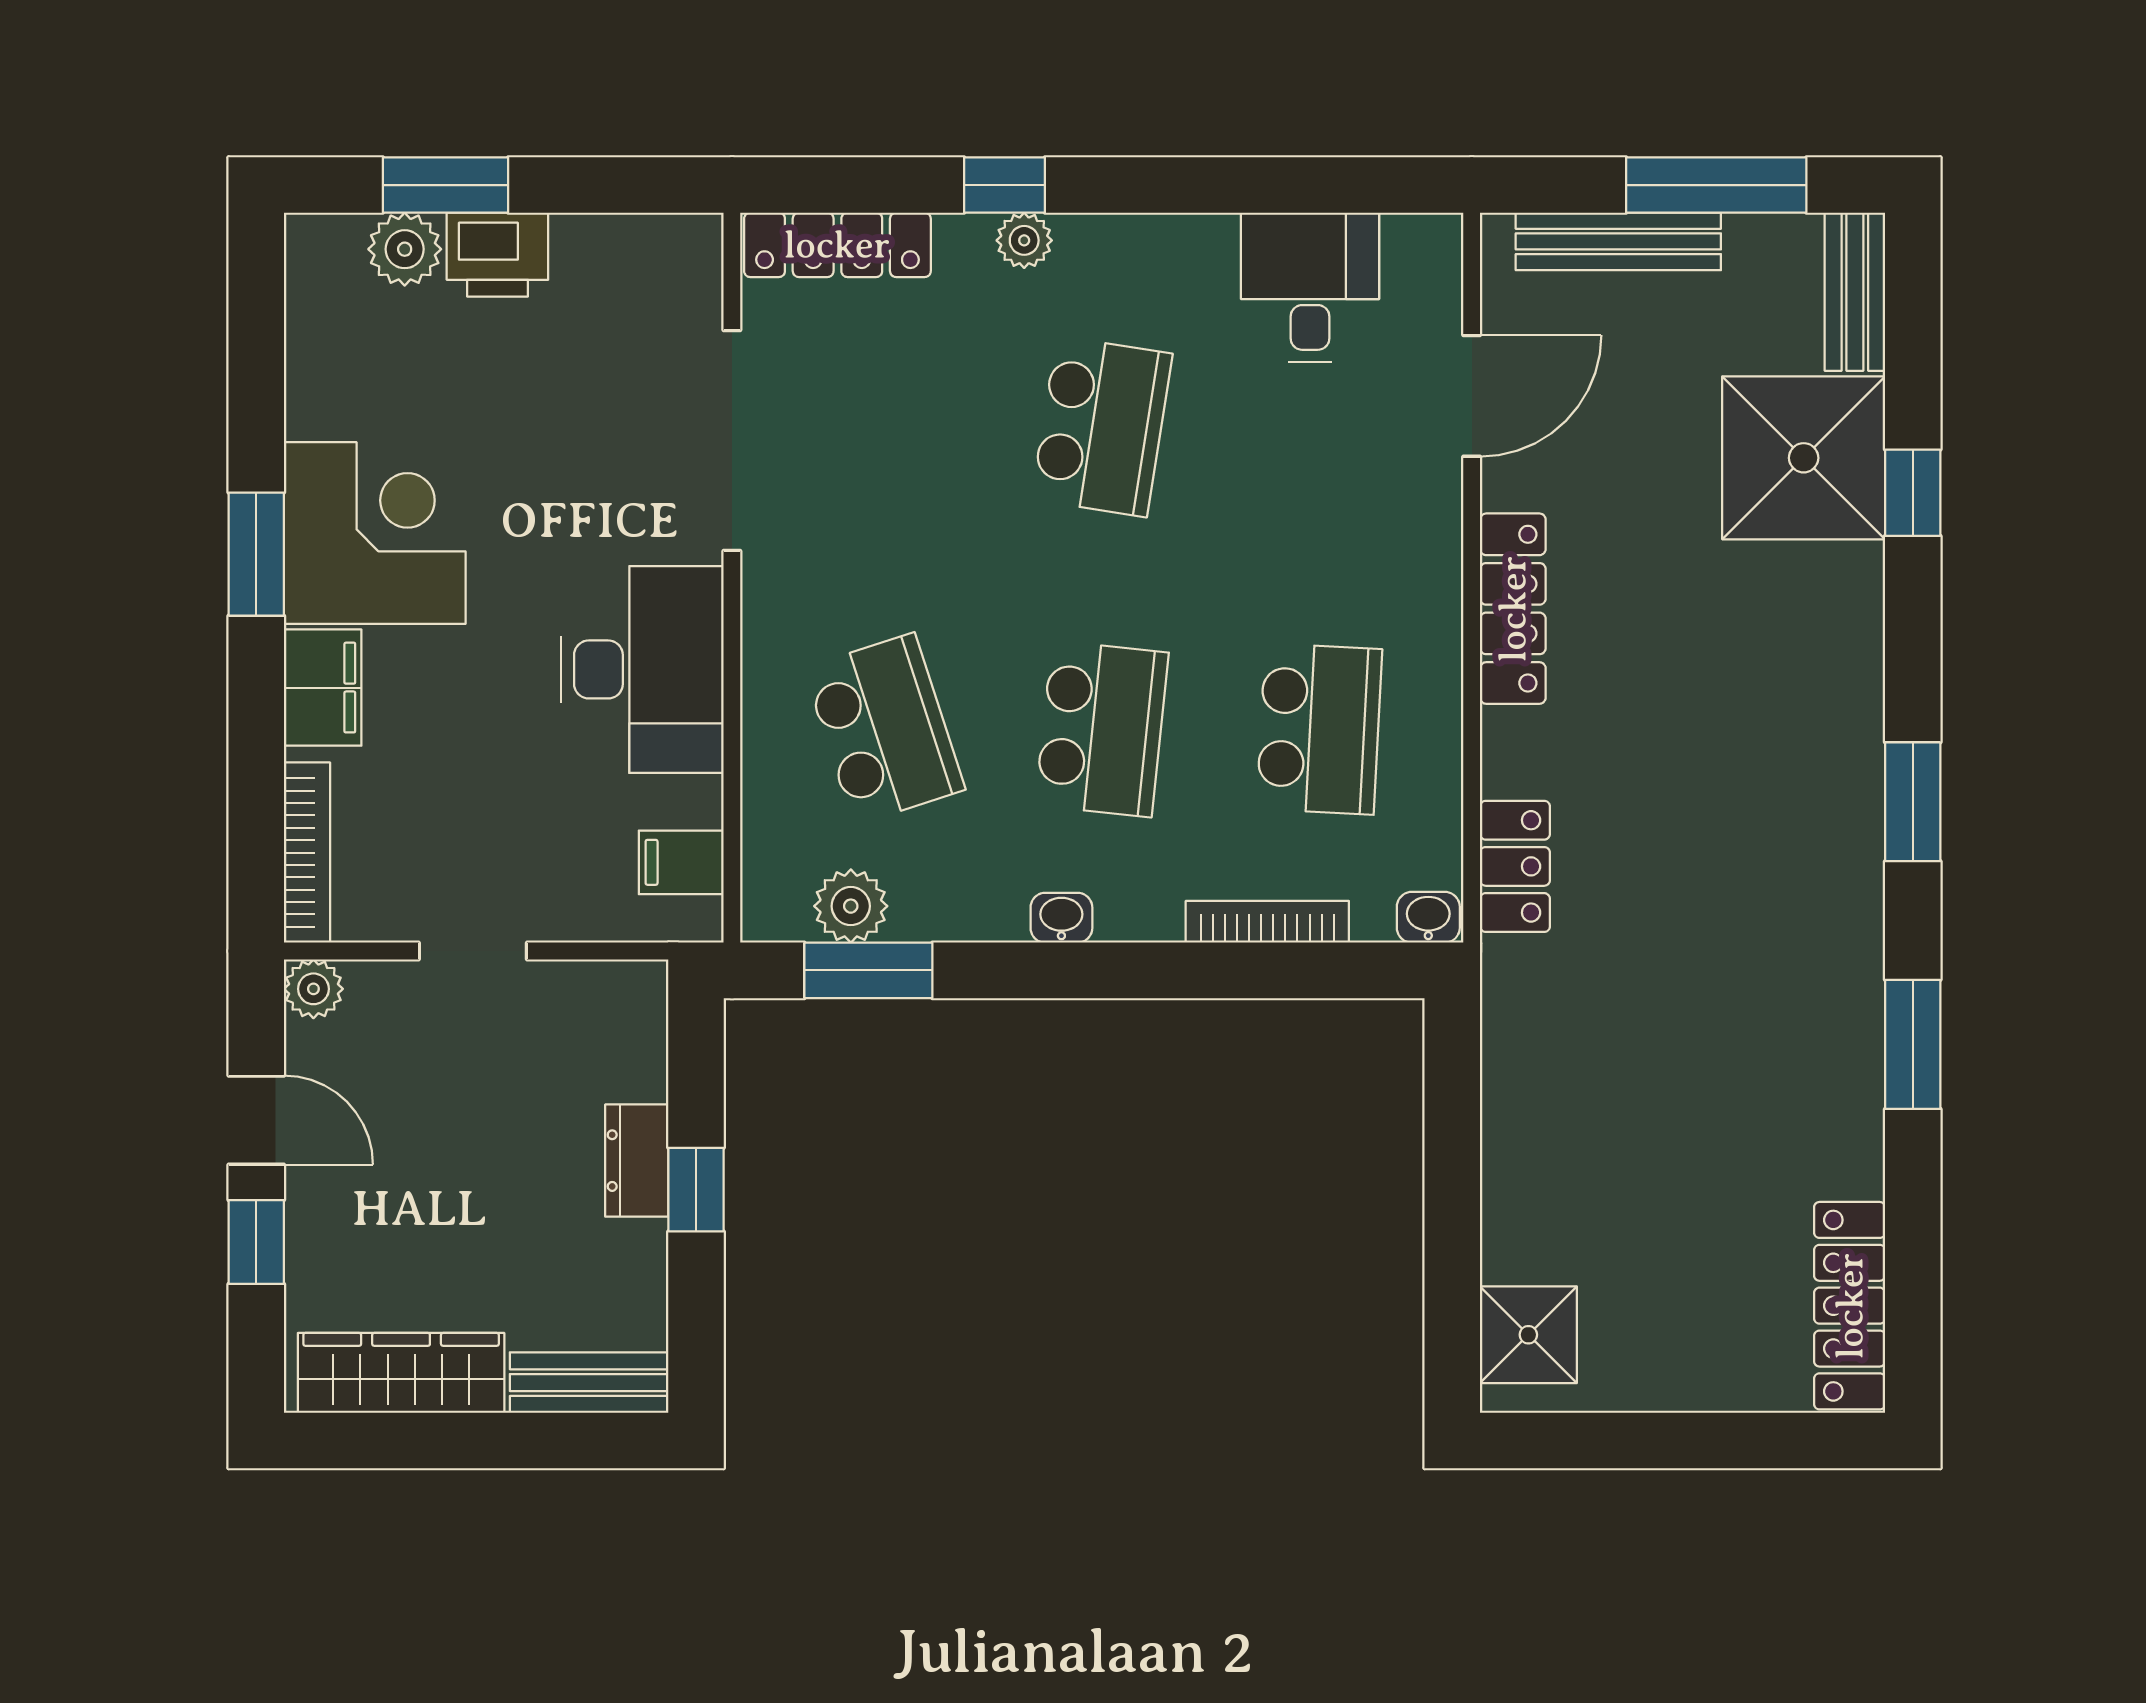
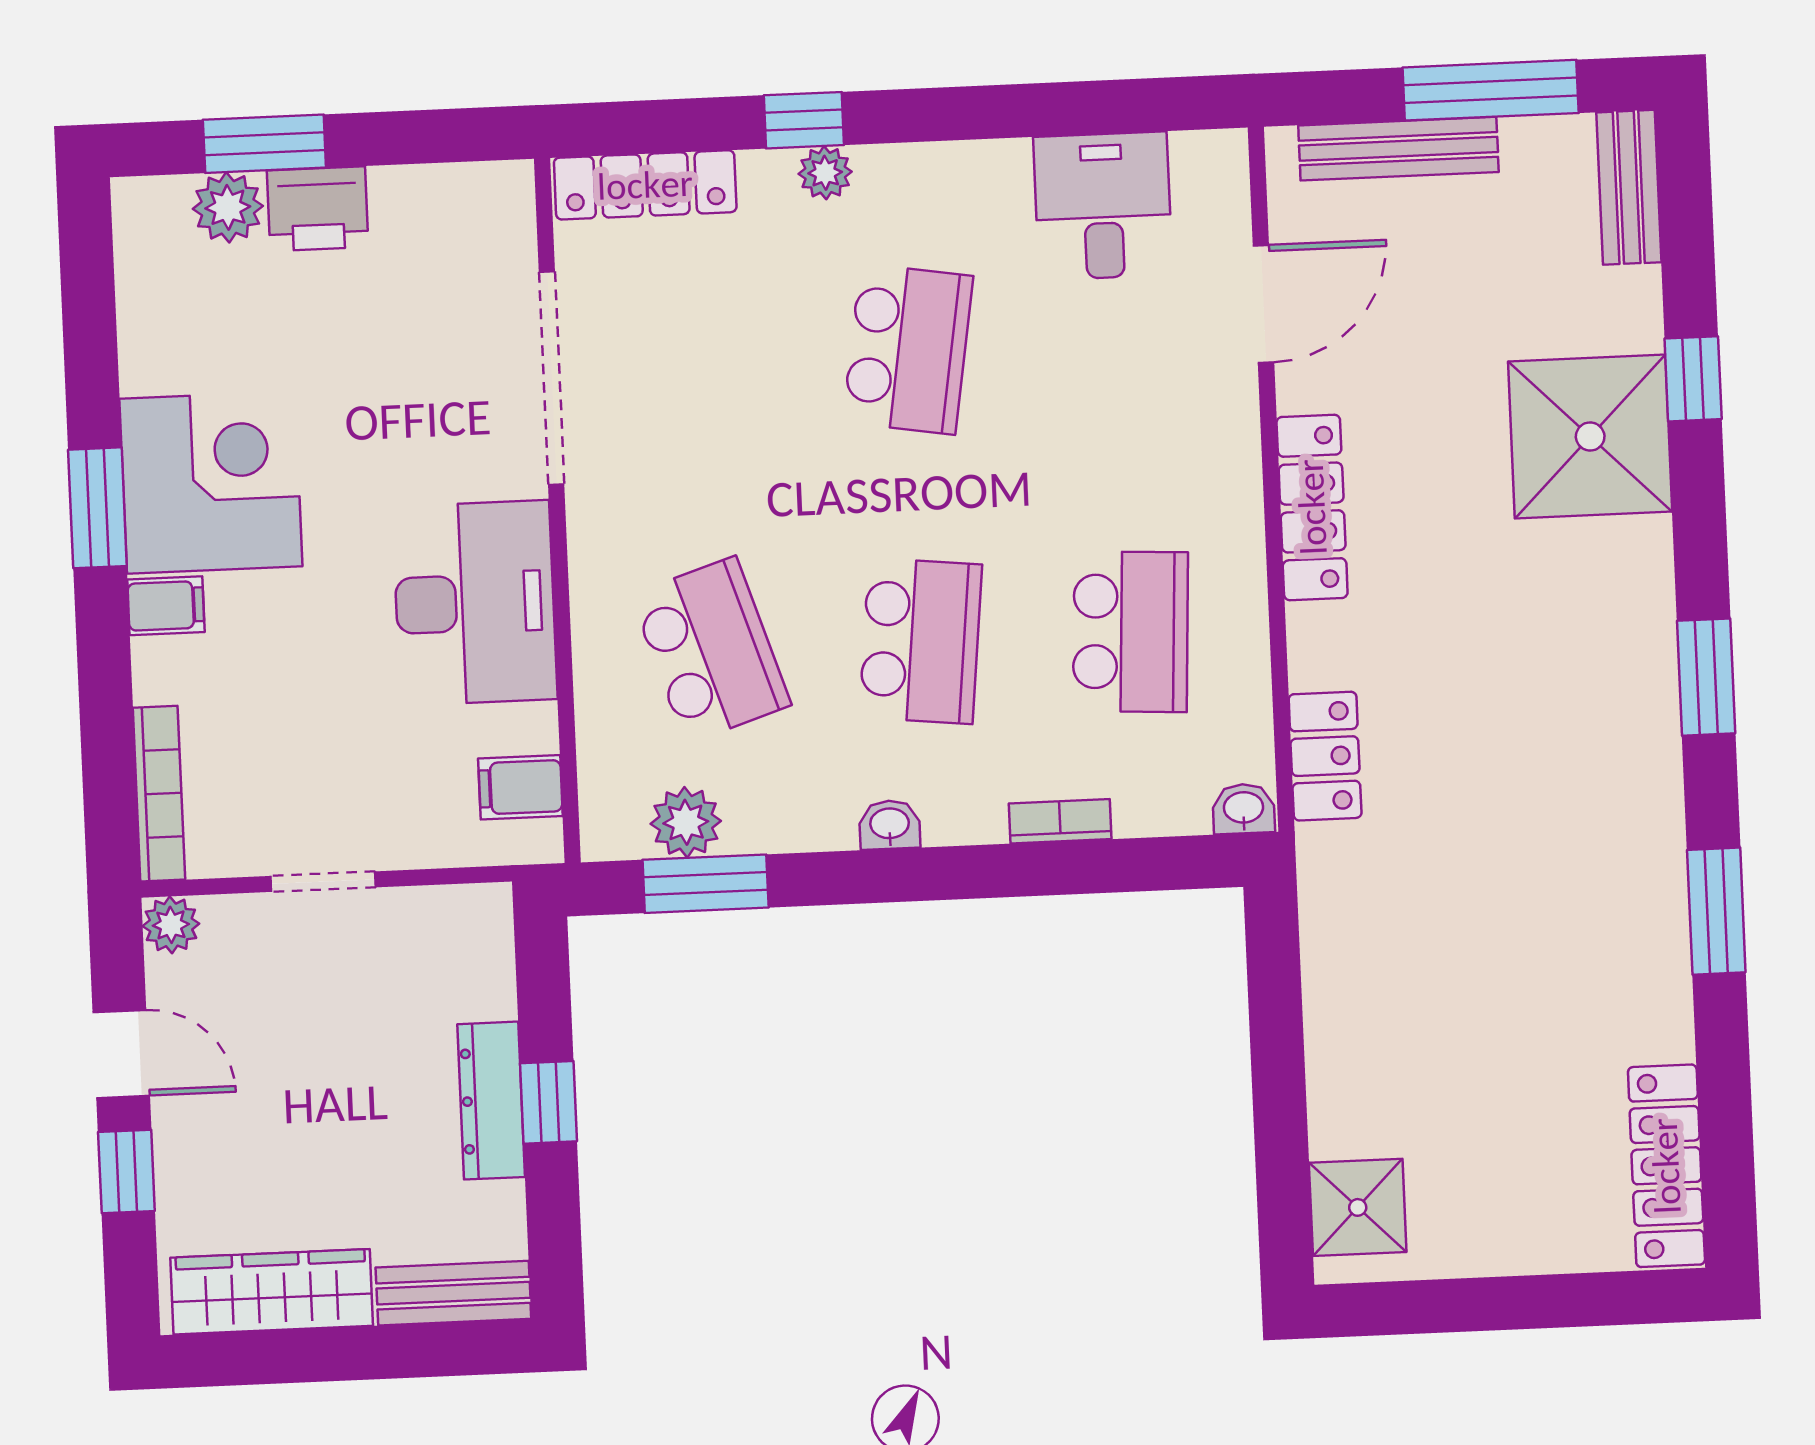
shower: (1804, 458) -> (1590, 437), moved
filing cabinet: (323, 688) -> (166, 606), width x0.50
bookcase: (1267, 922) -> (1060, 821), width x0.64
dresser: (637, 1161) -> (491, 1101), width x1.44

